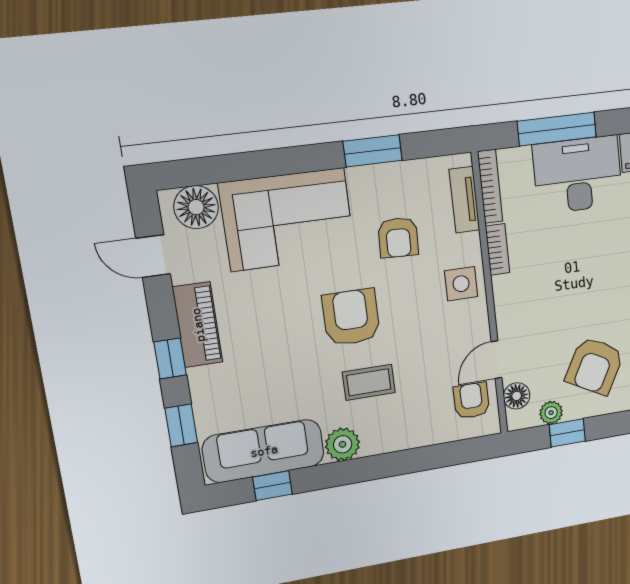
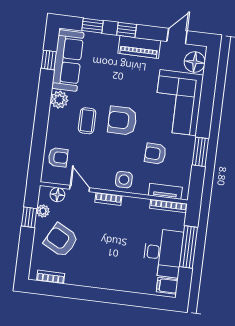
bookcase: (498, 249) -> (108, 199), moved
armchair: (351, 317) -> (122, 121), turned 180
armchair: (471, 401) -> (58, 157), moved

